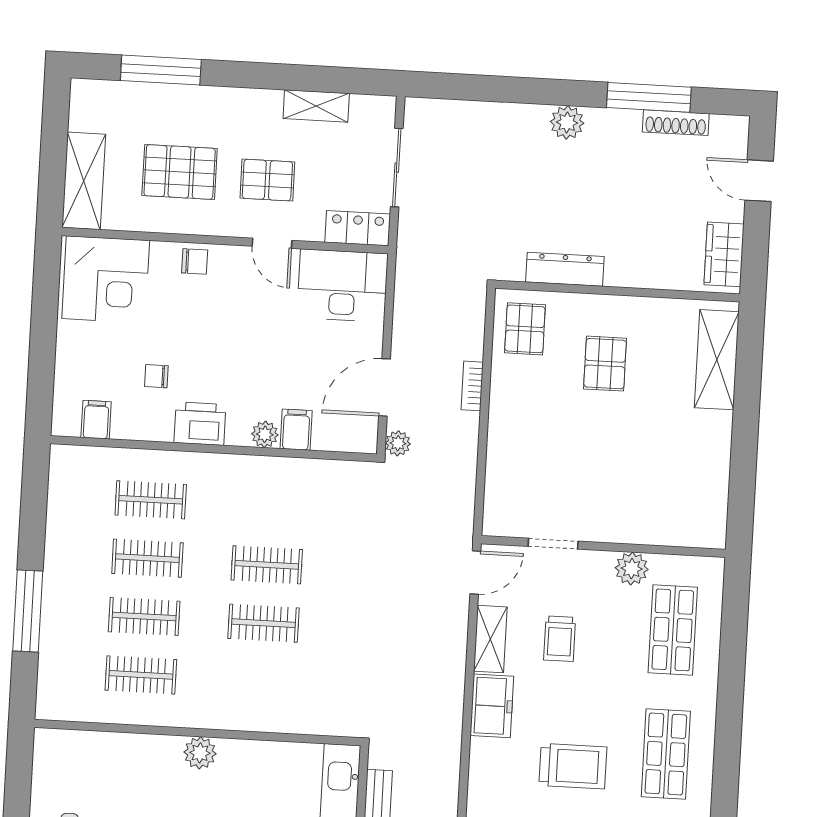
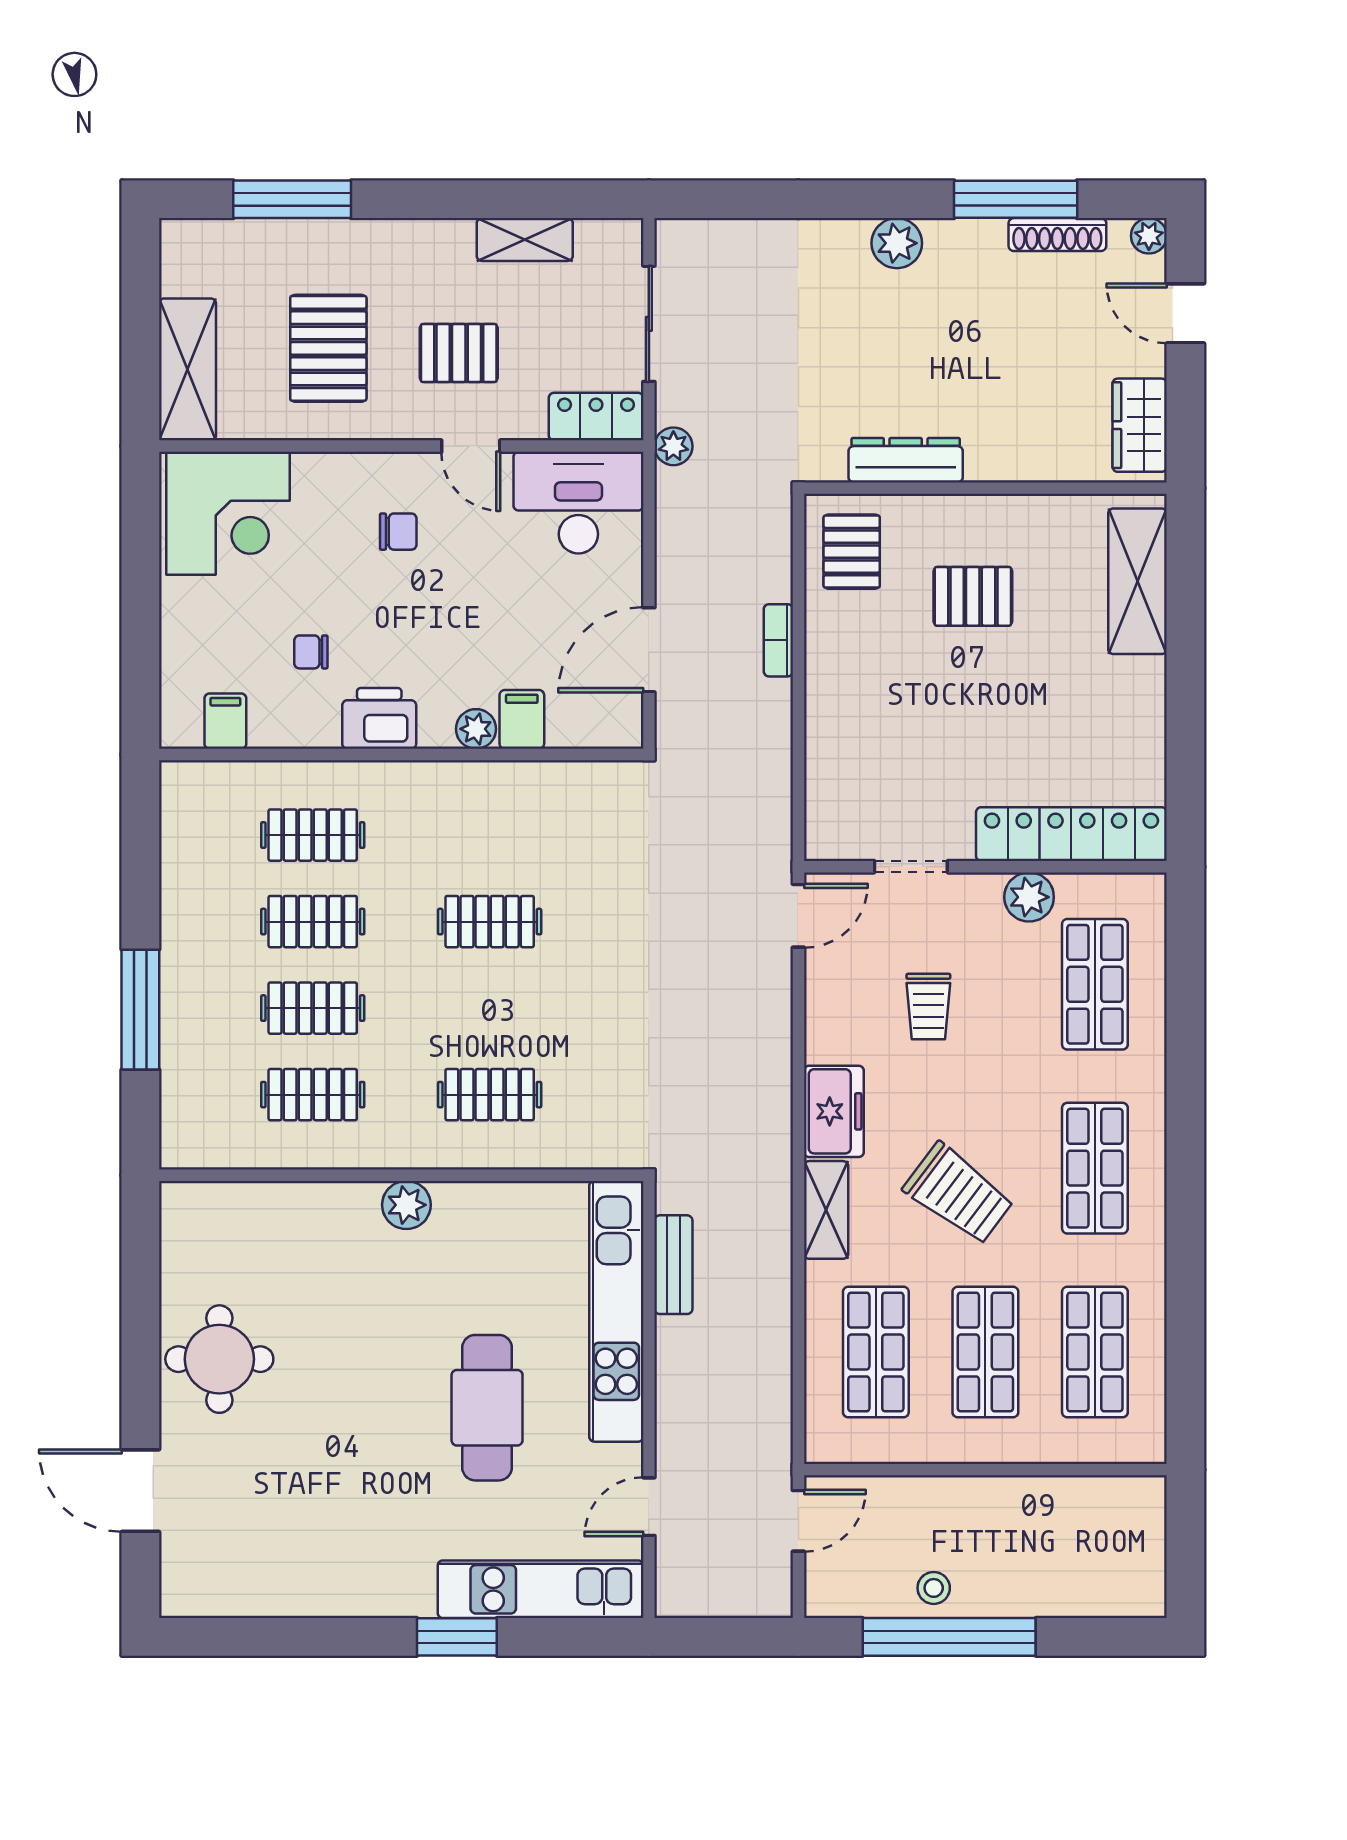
plant: (737, 127) -> (1149, 236), added
pallet: (180, 172) -> (328, 348), turned 90
chair: (195, 261) -> (398, 532), moved
pallet: (605, 364) -> (973, 596), turned 90
plant: (398, 443) -> (673, 446), moved
locker: (663, 528) -> (1071, 834), added
clothes rail: (264, 623) -> (490, 1095), moved
shelving: (490, 639) -> (826, 1210), moved
trolley: (573, 766) -> (959, 1194), turned 37

